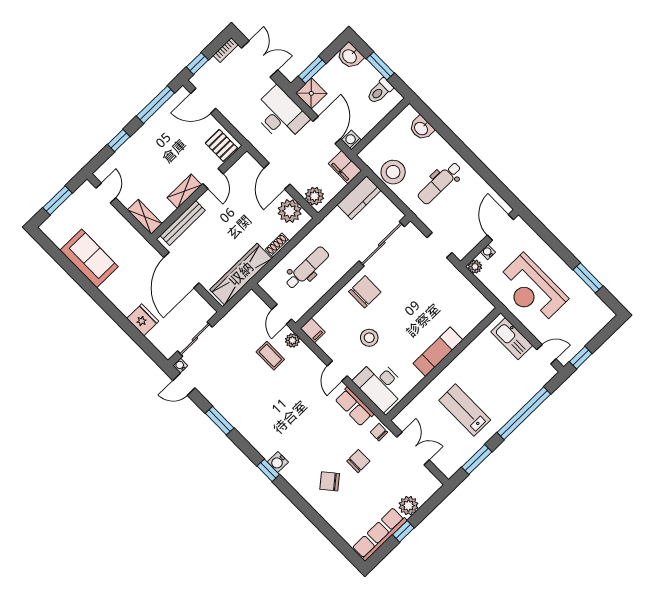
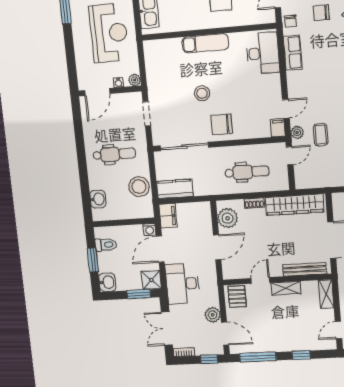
plant: (314, 196) -> (213, 315), moved
dental chair: (307, 268) -> (247, 172), turned 180
stool: (369, 338) -> (202, 93), moved
door: (337, 371) -> (286, 109), moved

